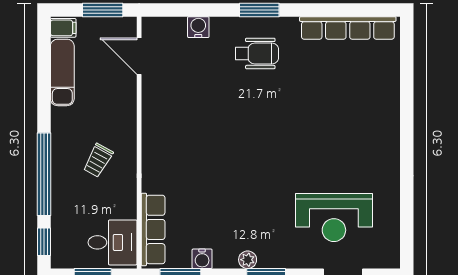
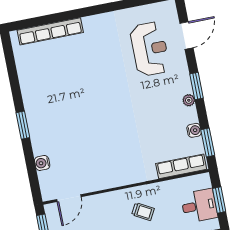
row of seats: (348, 28) -> (50, 31), moved, turned 90
wheelchair: (257, 53) -> (52, 121), removed
desk: (113, 242) -> (199, 206), moved, turned 90

